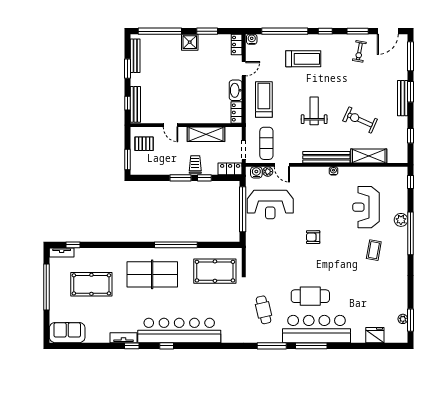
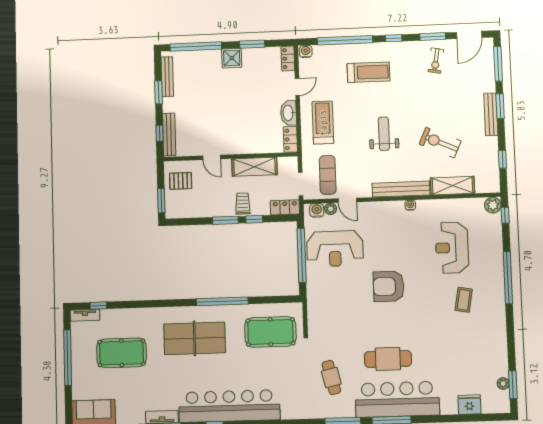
plant: (401, 220) -> (493, 205), moved
armchair: (313, 237) -> (389, 286), width x1.88, depth x1.88

